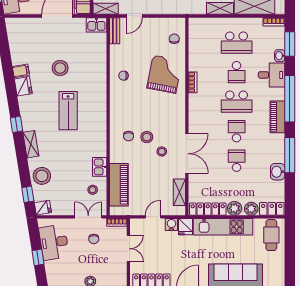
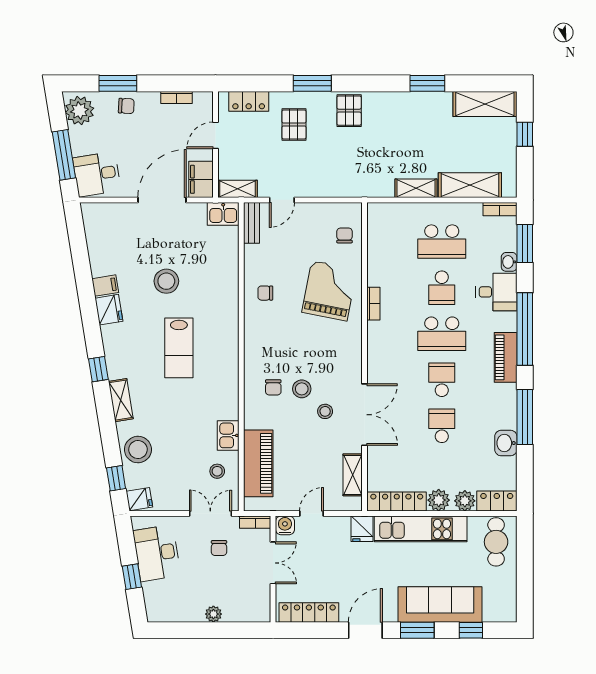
water cooler: (171, 224) -> (285, 525), moved

